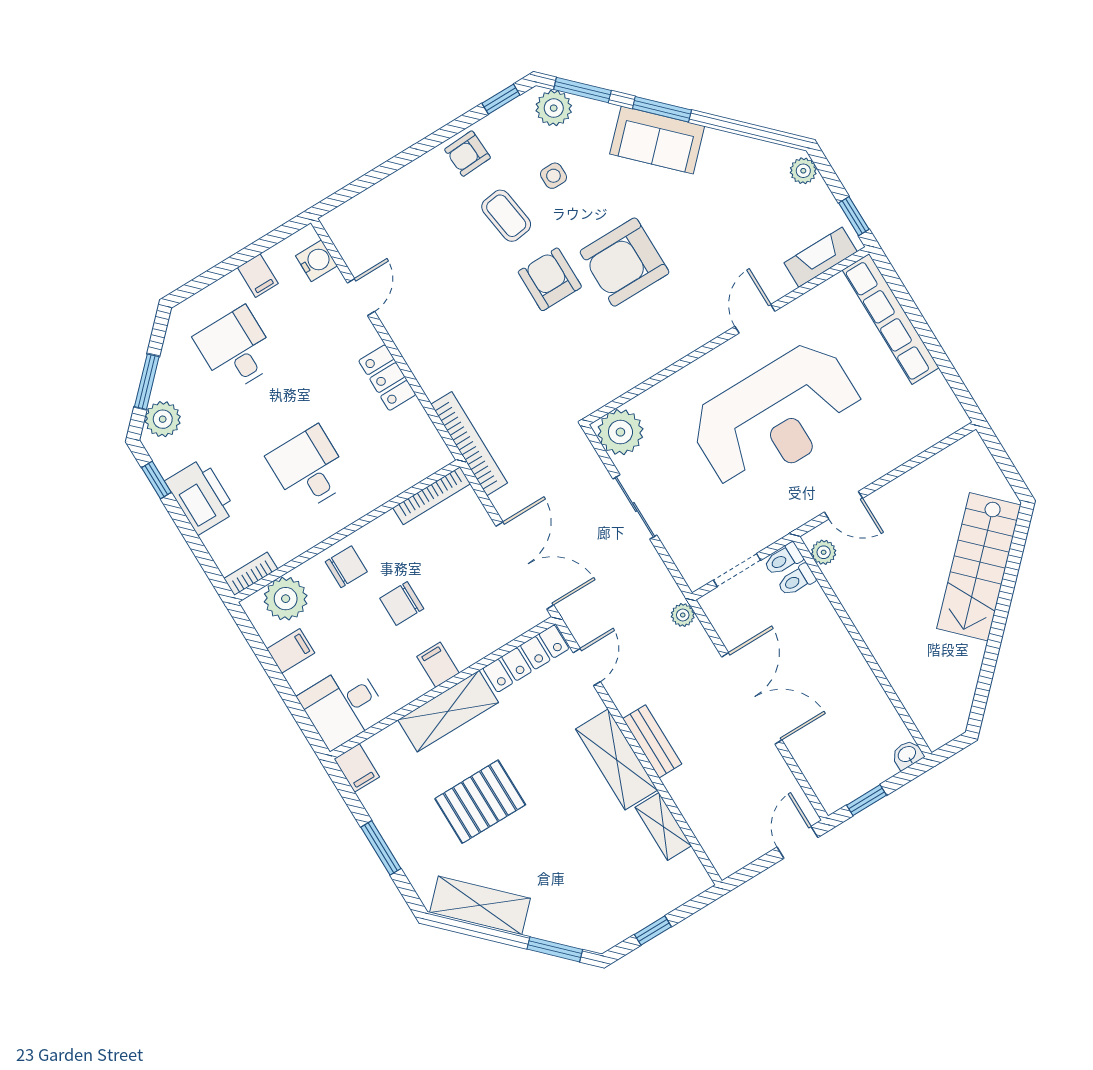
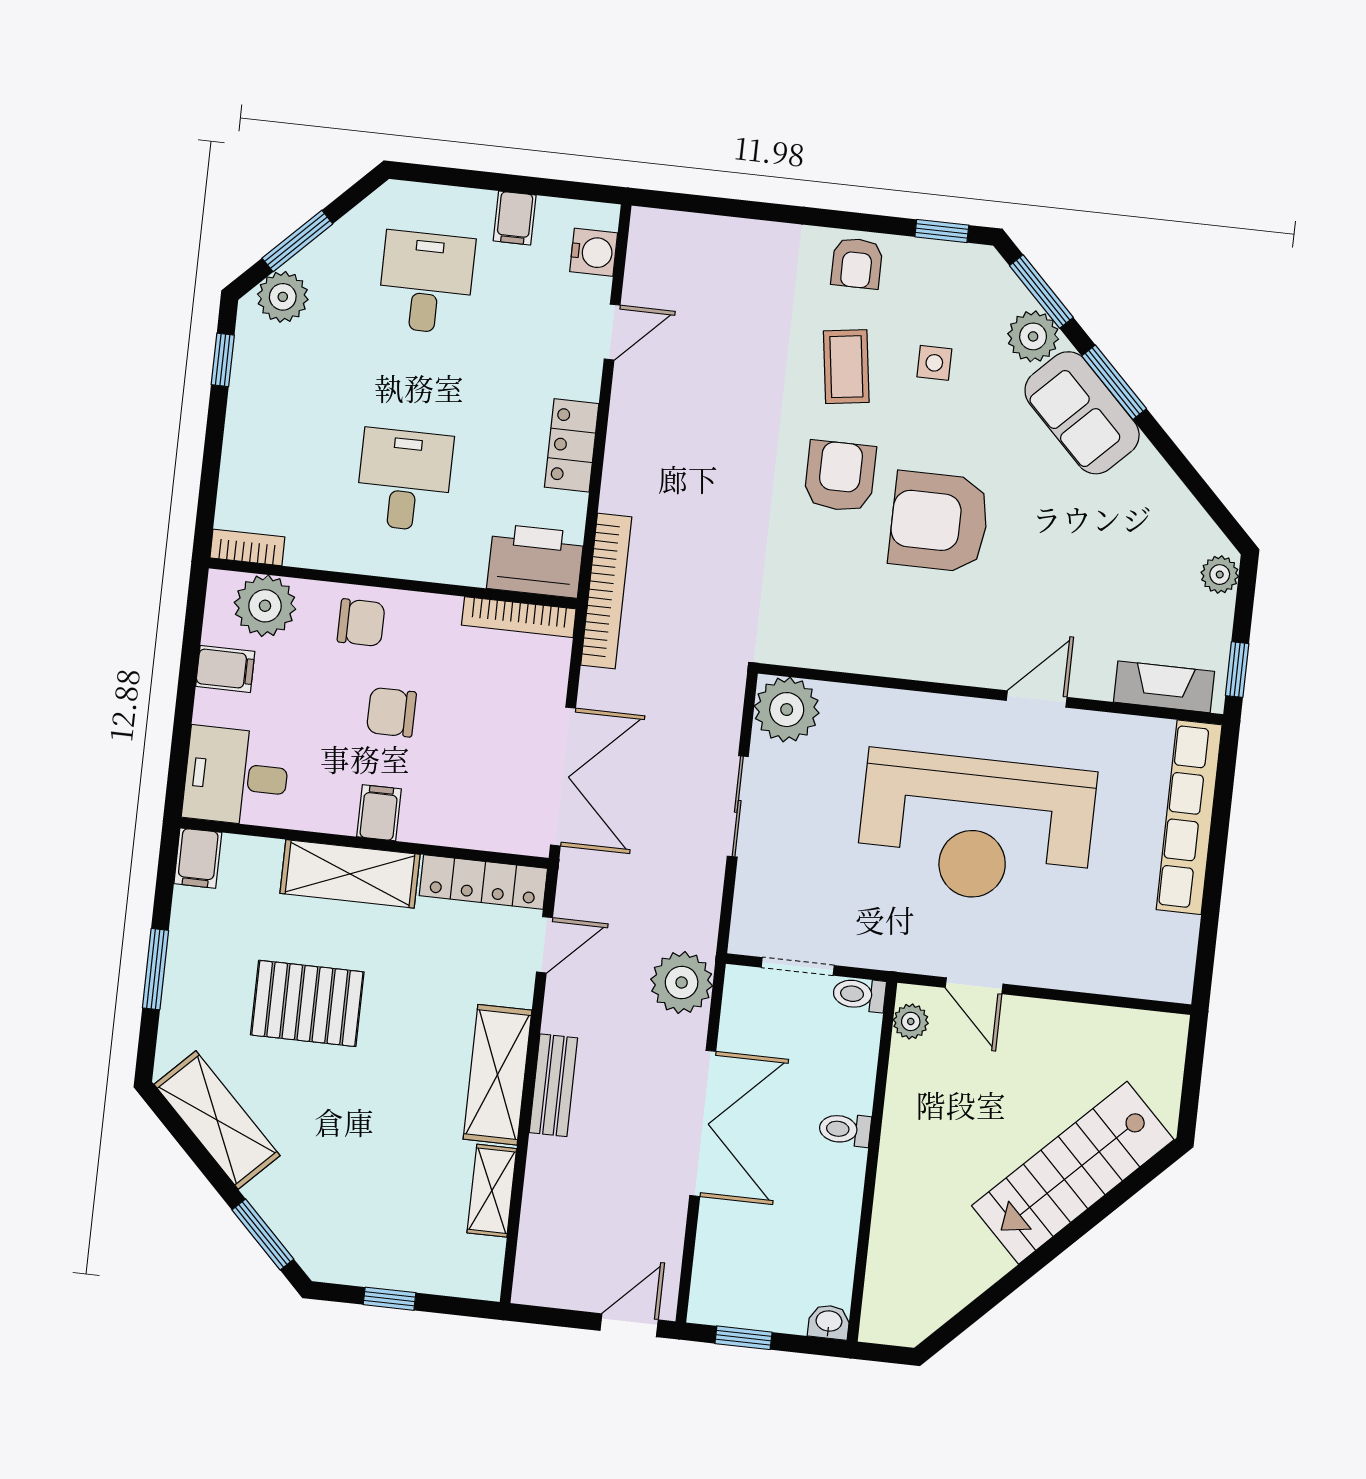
plant: (554, 108) -> (1033, 336), moved
armchair: (468, 154) -> (857, 263), turned -87
printer: (201, 496) -> (536, 561), moved, turned -90
toilet: (796, 580) -> (845, 1129), moved
plant: (683, 615) -> (682, 982), width x1.88, depth x1.88

